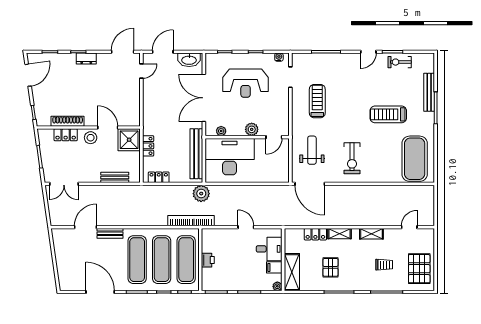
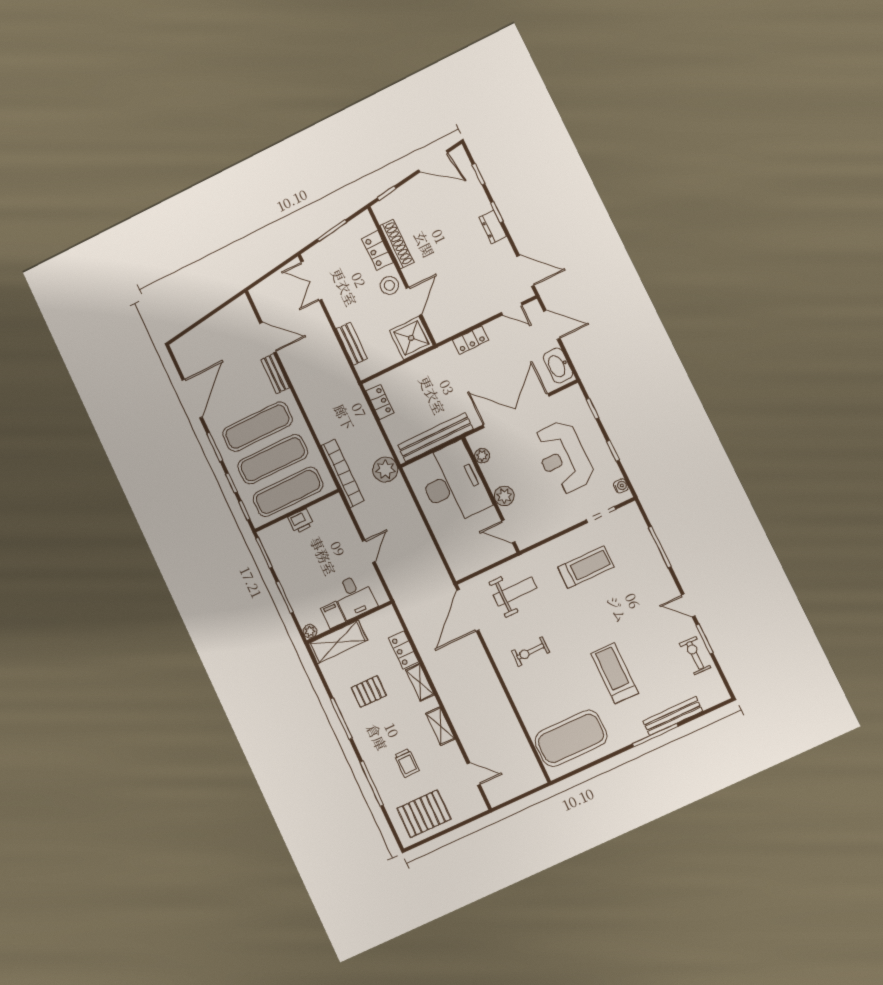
locker: (148, 146) -> (471, 340), moved
exercise bike: (352, 158) -> (530, 652), width x0.73, depth x0.72

